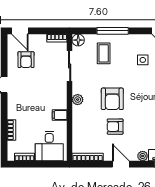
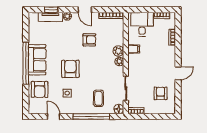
door: (20, 31) -> (165, 116), removed
window: (113, 31) -> (91, 116), width x1.46
armchair: (112, 99) -> (70, 69), moved
plant: (79, 113) -> (118, 51), added

